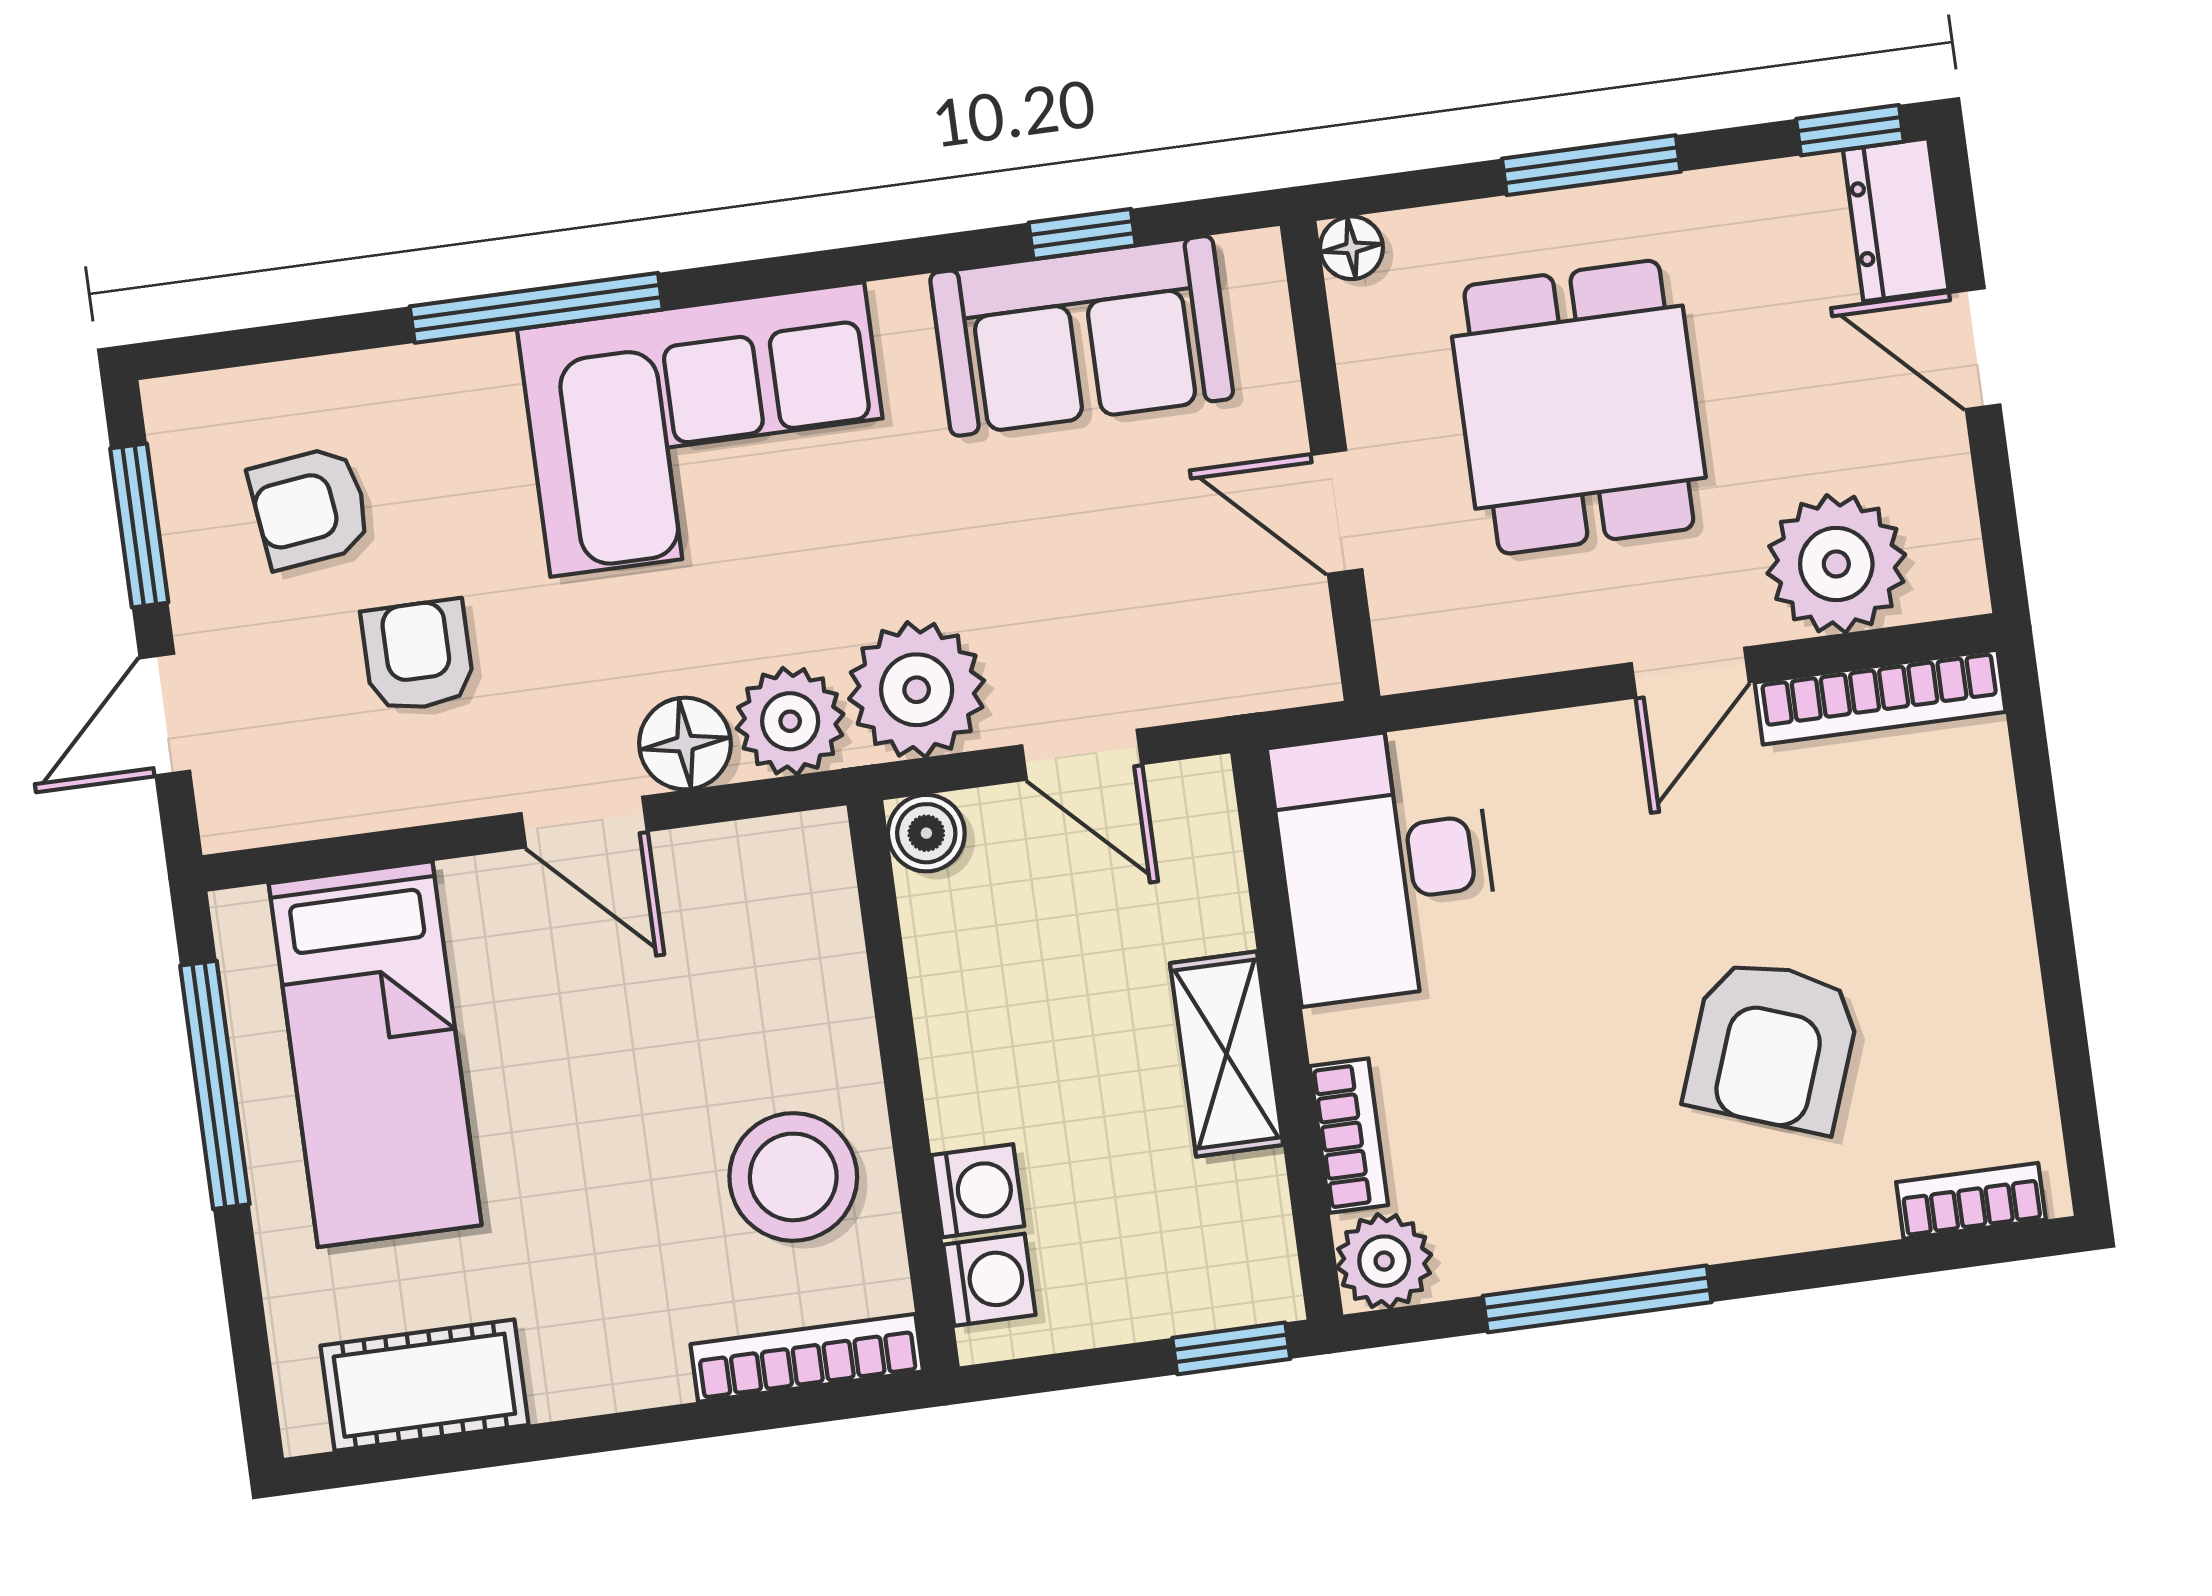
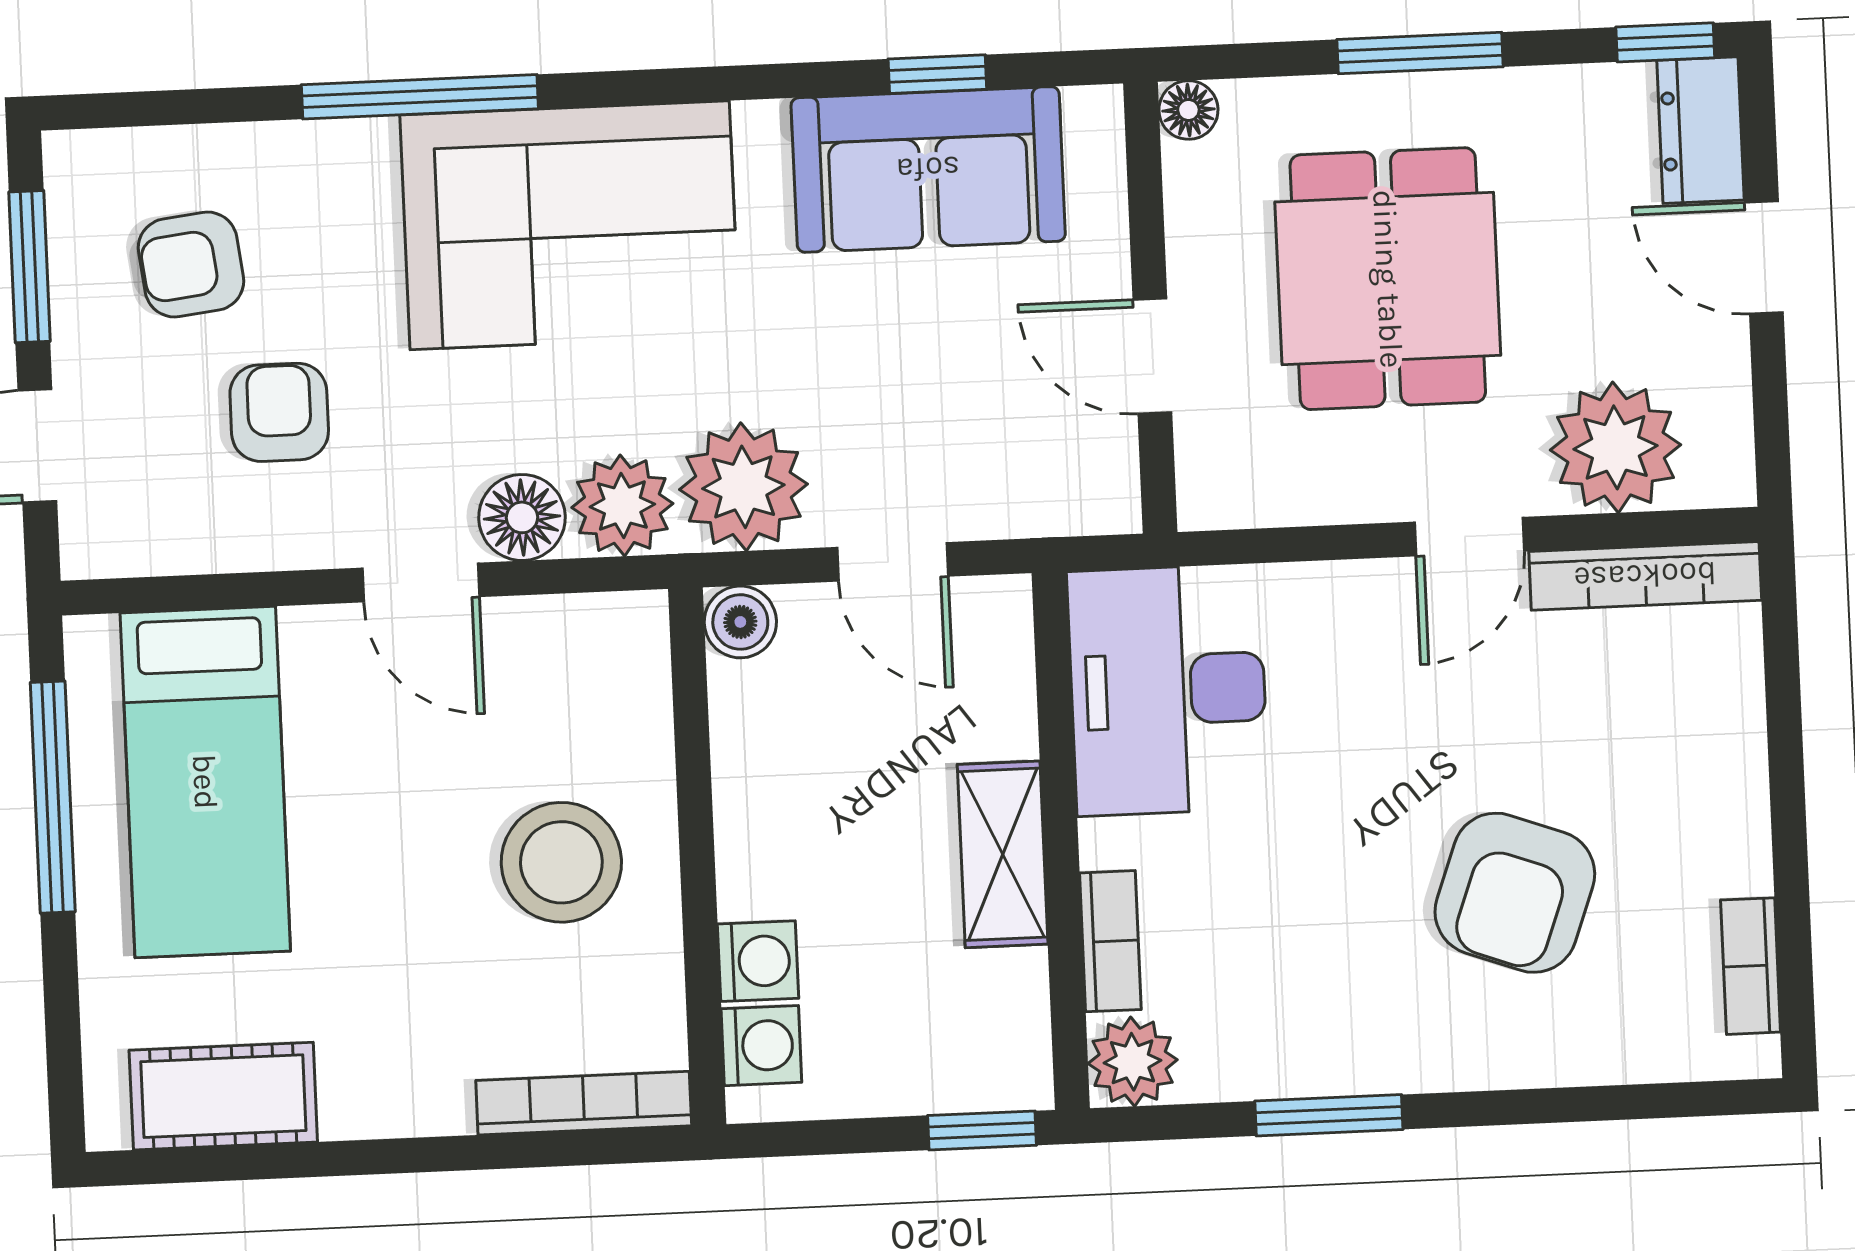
stool: (793, 1177) -> (561, 862), moved
bookcase: (1971, 1201) -> (1751, 966), moved, turned -90
window: (1597, 1299) -> (1329, 1115), width x0.69

